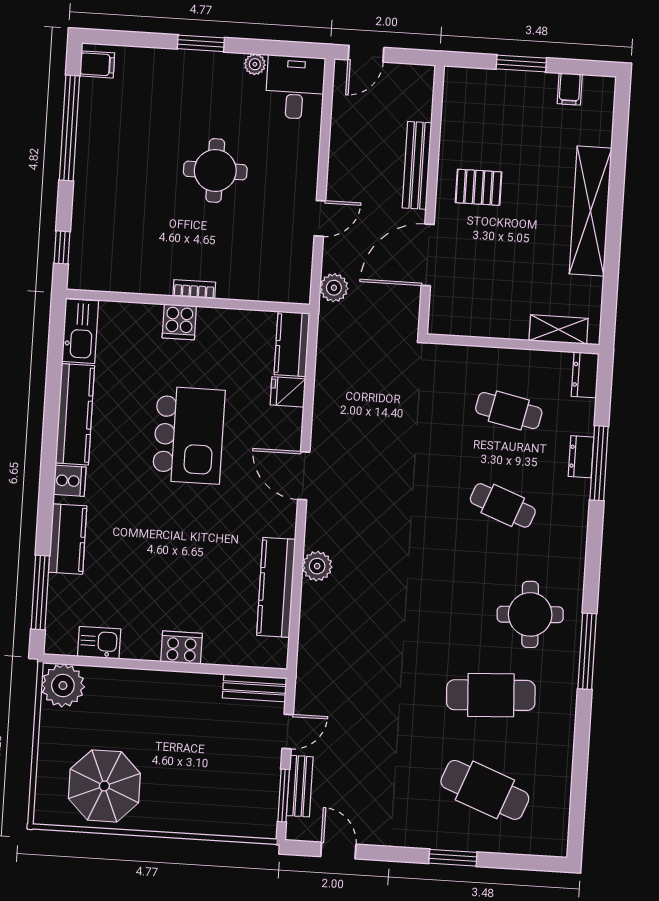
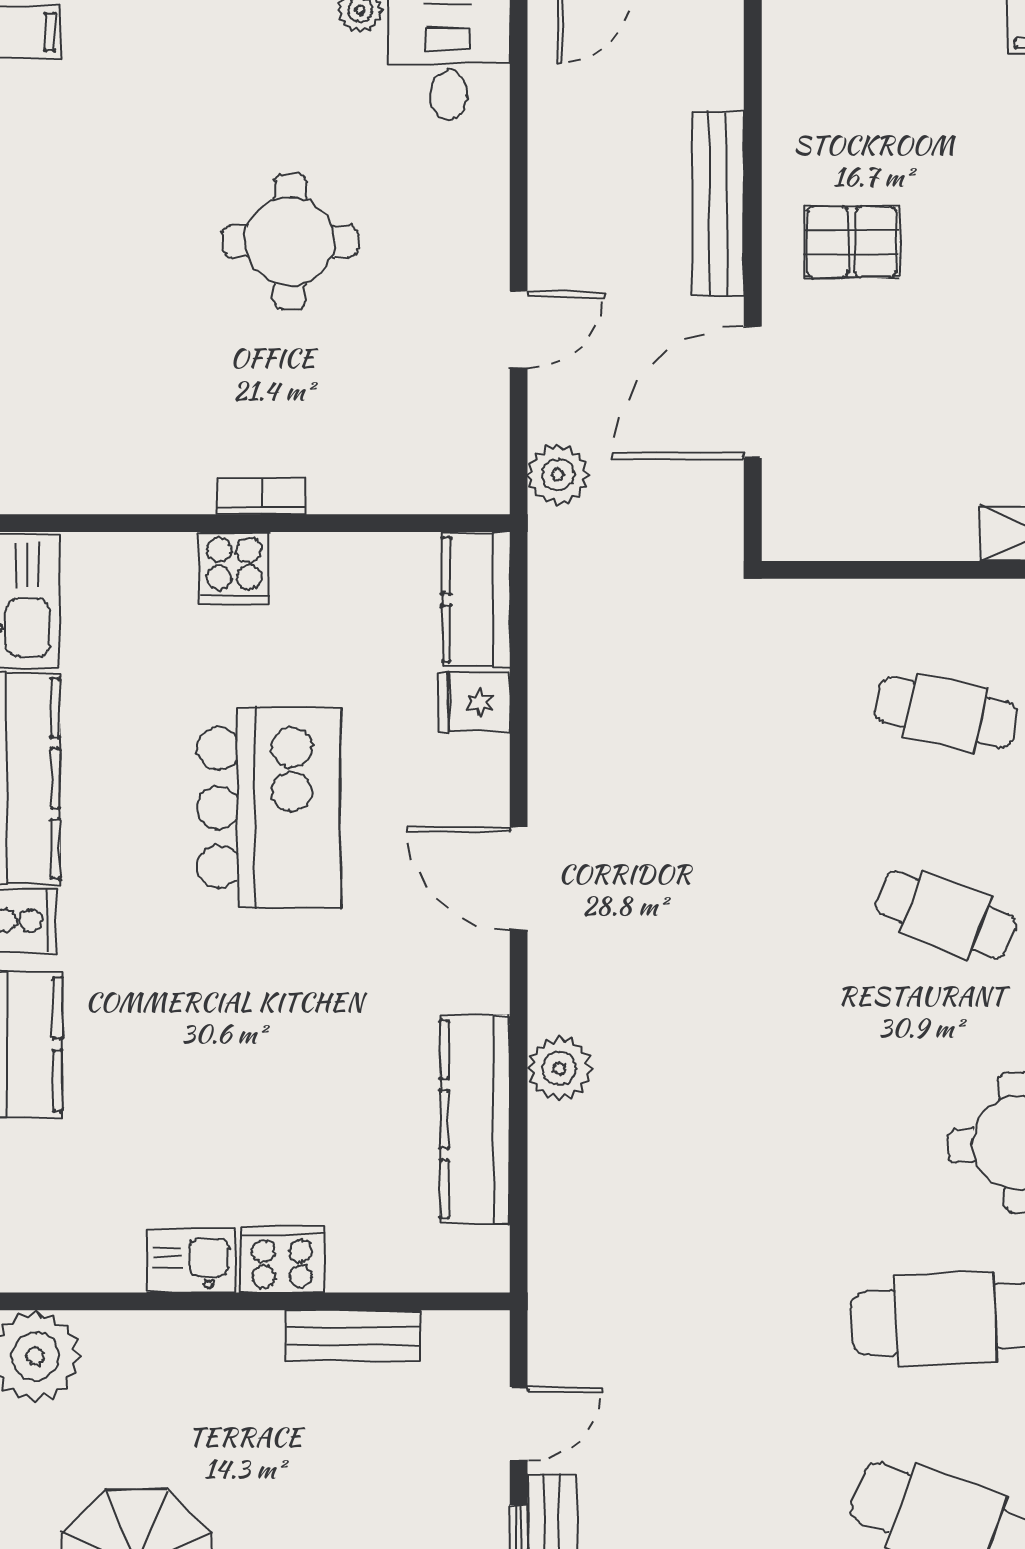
kitchen sink: (99, 643) -> (191, 1261), moved
bench: (255, 688) -> (353, 1336), moved

